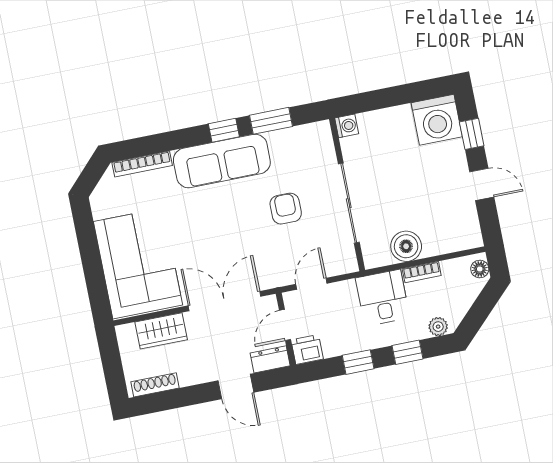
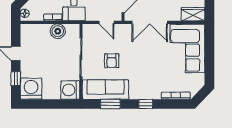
washing machine: (347, 126) -> (70, 90), width x1.89, depth x1.89
window: (224, 130) -> (146, 104), moved
sofa: (222, 161) -> (105, 89), moved
door: (311, 284) -> (107, 22), hinge flipped
wardrobe: (161, 331) -> (193, 14), moved

